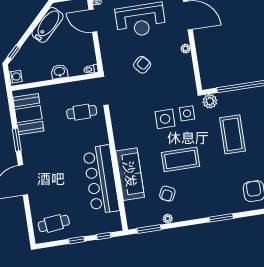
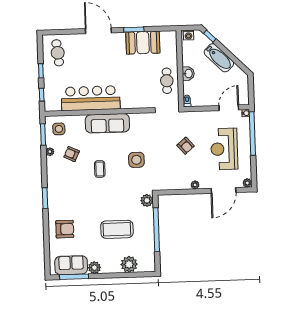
bathtub: (47, 25) -> (219, 58), moved
cafe table: (82, 112) -> (167, 81), moved
side table: (187, 113) -> (59, 129), moved
booth: (28, 114) -> (143, 43), moved
coffee table: (232, 134) -> (117, 229), moved
coffee table: (181, 159) -> (100, 169), width x0.54, depth x0.58
sofa: (130, 174) -> (107, 123), moved

